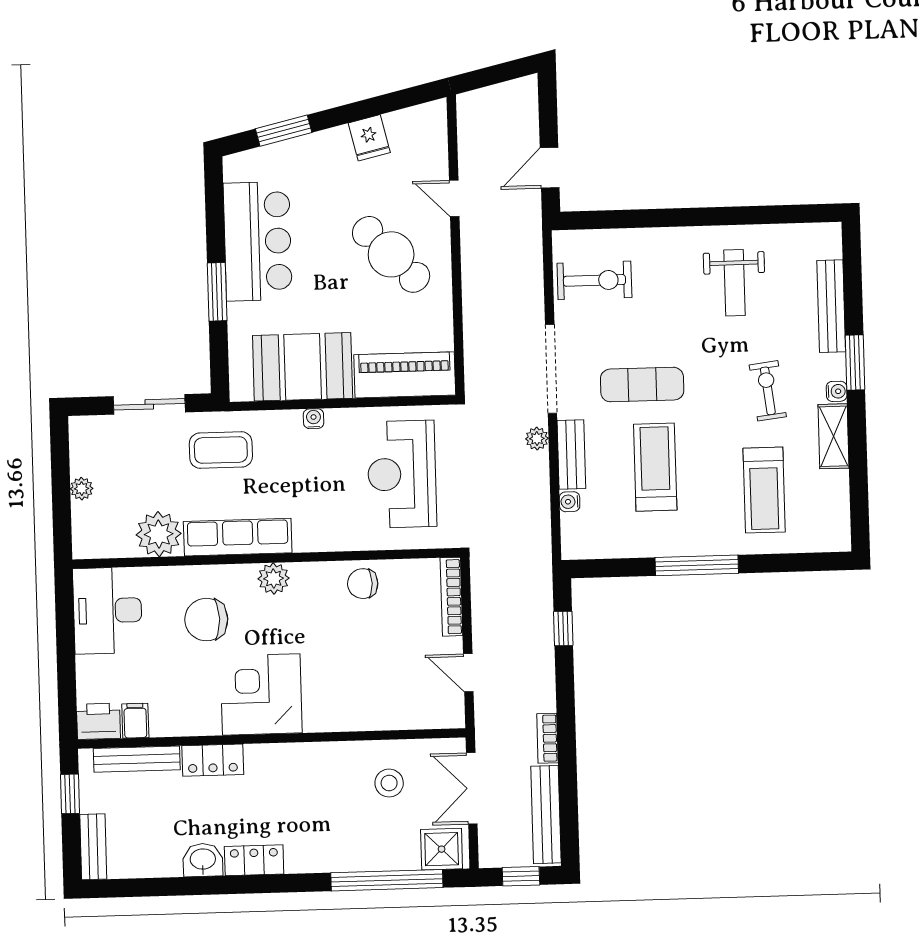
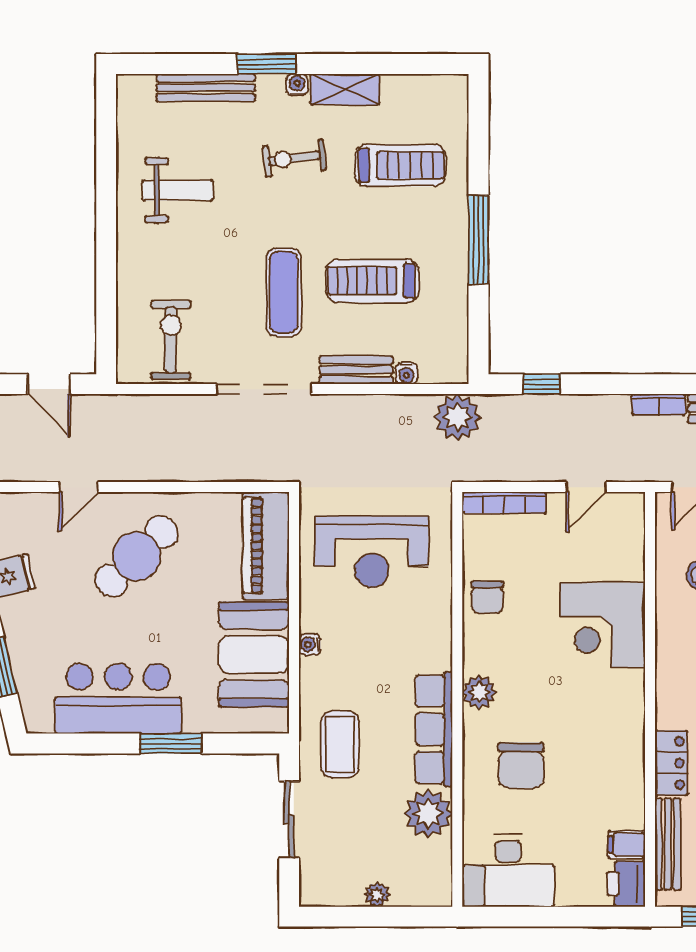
plant: (537, 439) -> (458, 417), moved, width x1.87, depth x1.87
corner desk: (261, 694) -> (603, 625), moved

